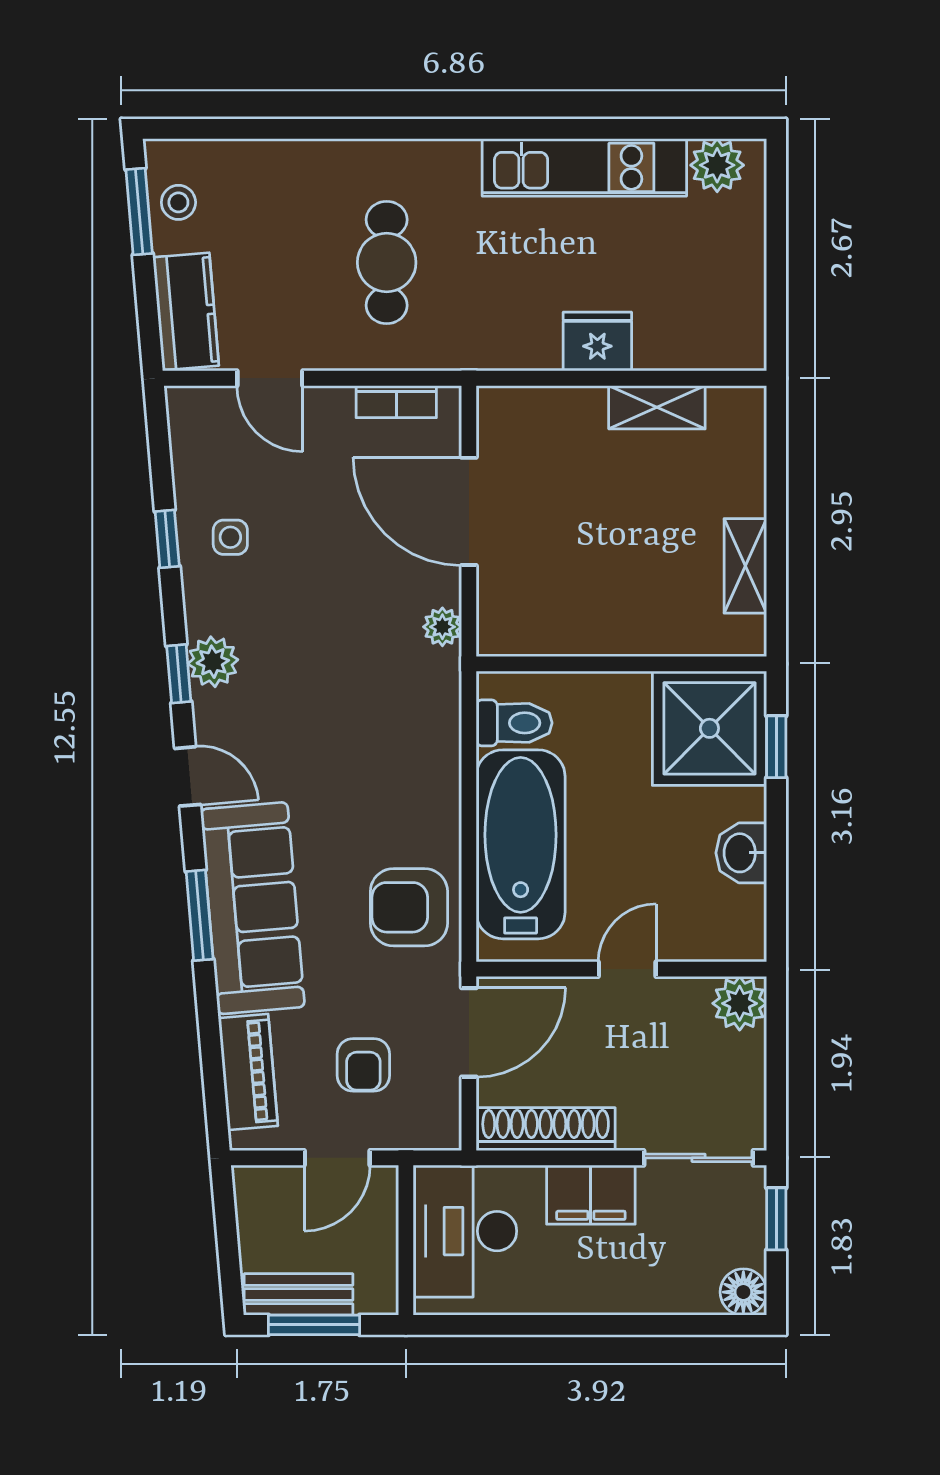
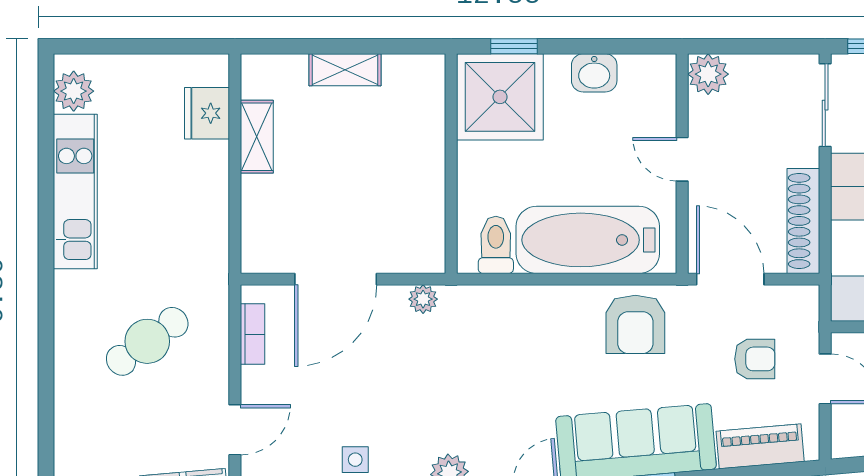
cafe table: (387, 262) -> (147, 341), turned -36
fridge: (597, 342) -> (207, 113), moved
shelving: (745, 566) -> (345, 70), moved

